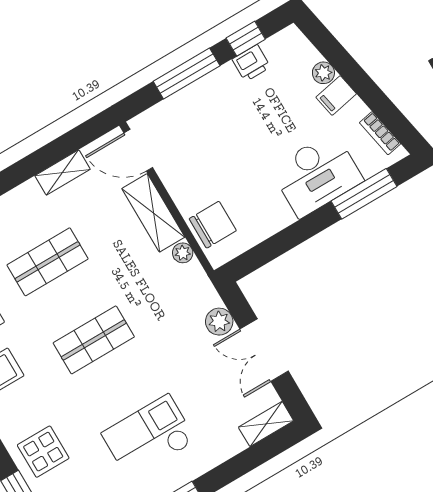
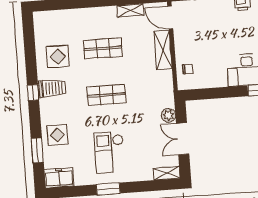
chair: (213, 225) -> (188, 69), width x0.54, depth x0.54
plant: (183, 253) -> (167, 75), removed
checkout: (149, 437) -> (109, 152), turned -90

